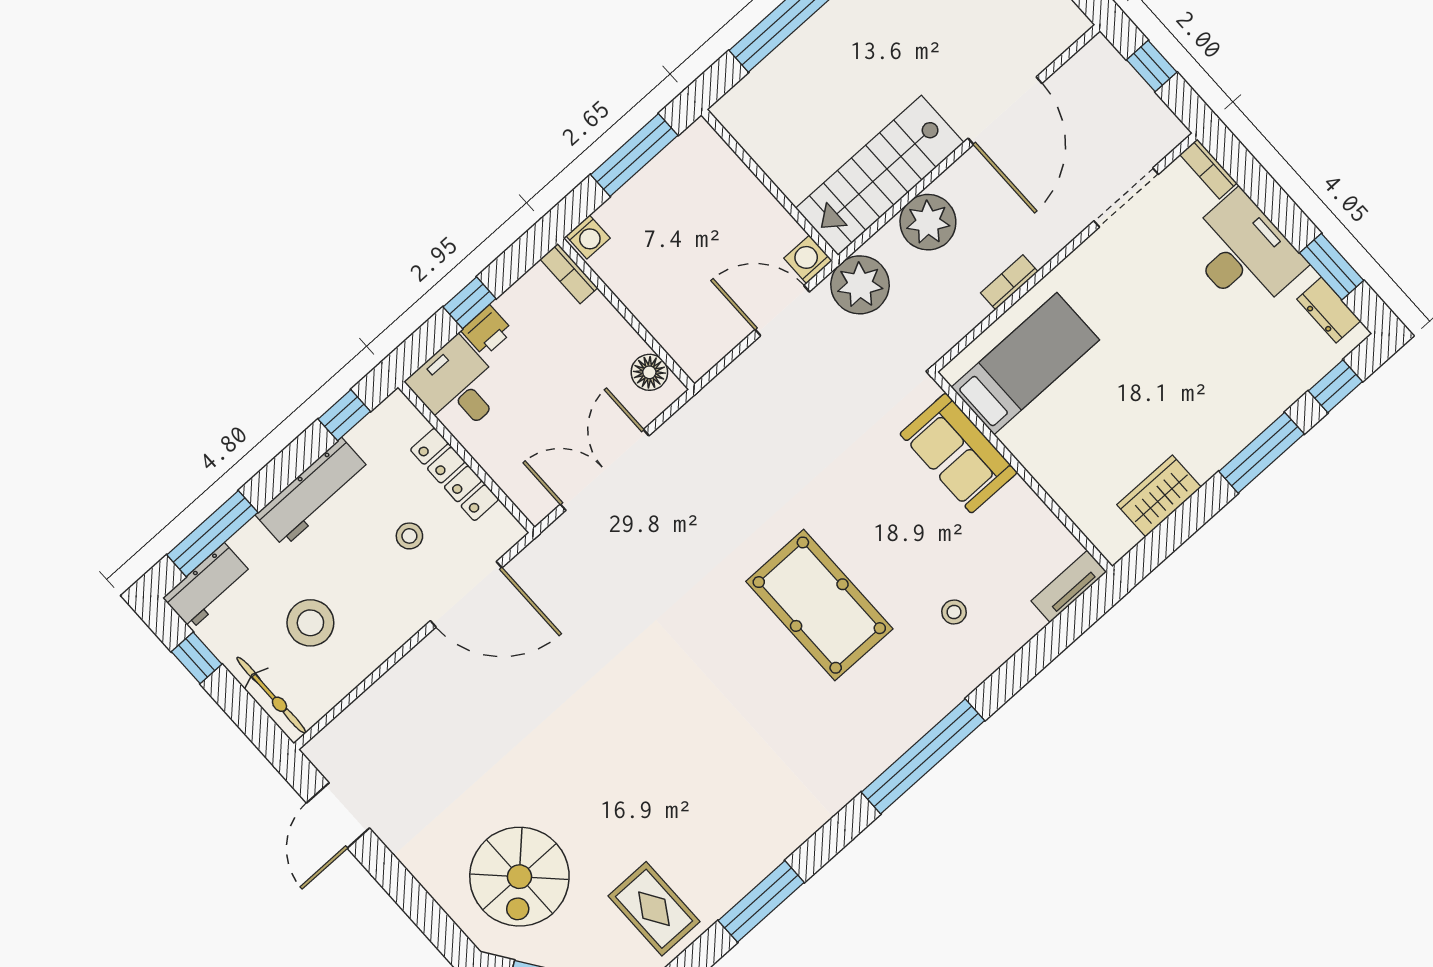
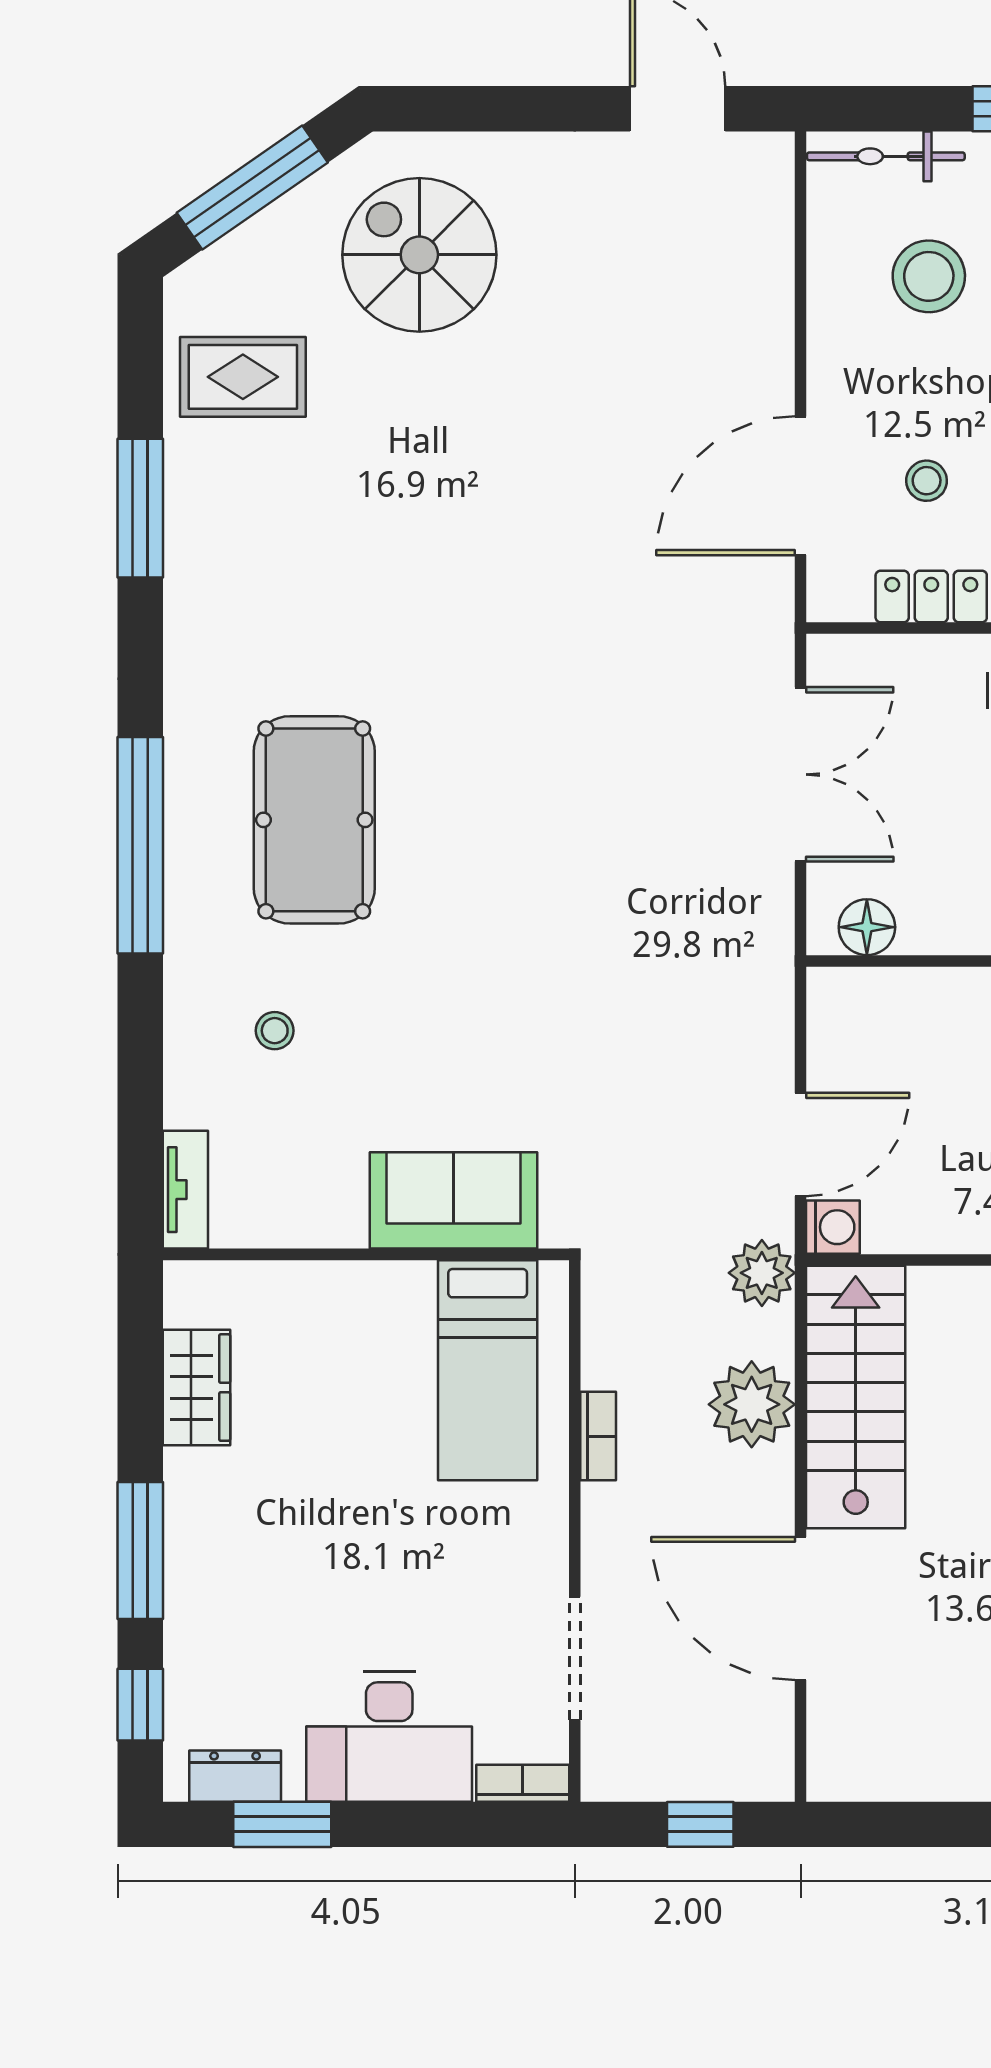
plant: (860, 285) -> (762, 1273), width x0.73, depth x0.73
pool table: (819, 605) -> (314, 820), moved, turned 90

